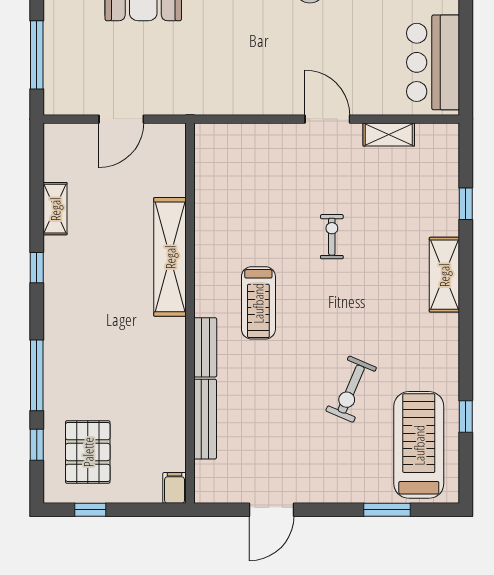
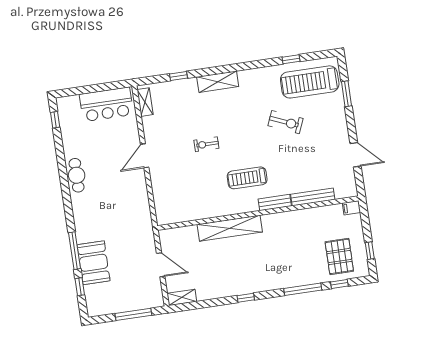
shelving: (389, 135) -> (145, 102), moved
shelving: (55, 209) -> (182, 297), moved
treadmill: (258, 303) -> (247, 178), turned 180
pallet: (88, 452) -> (339, 256), turned 90

